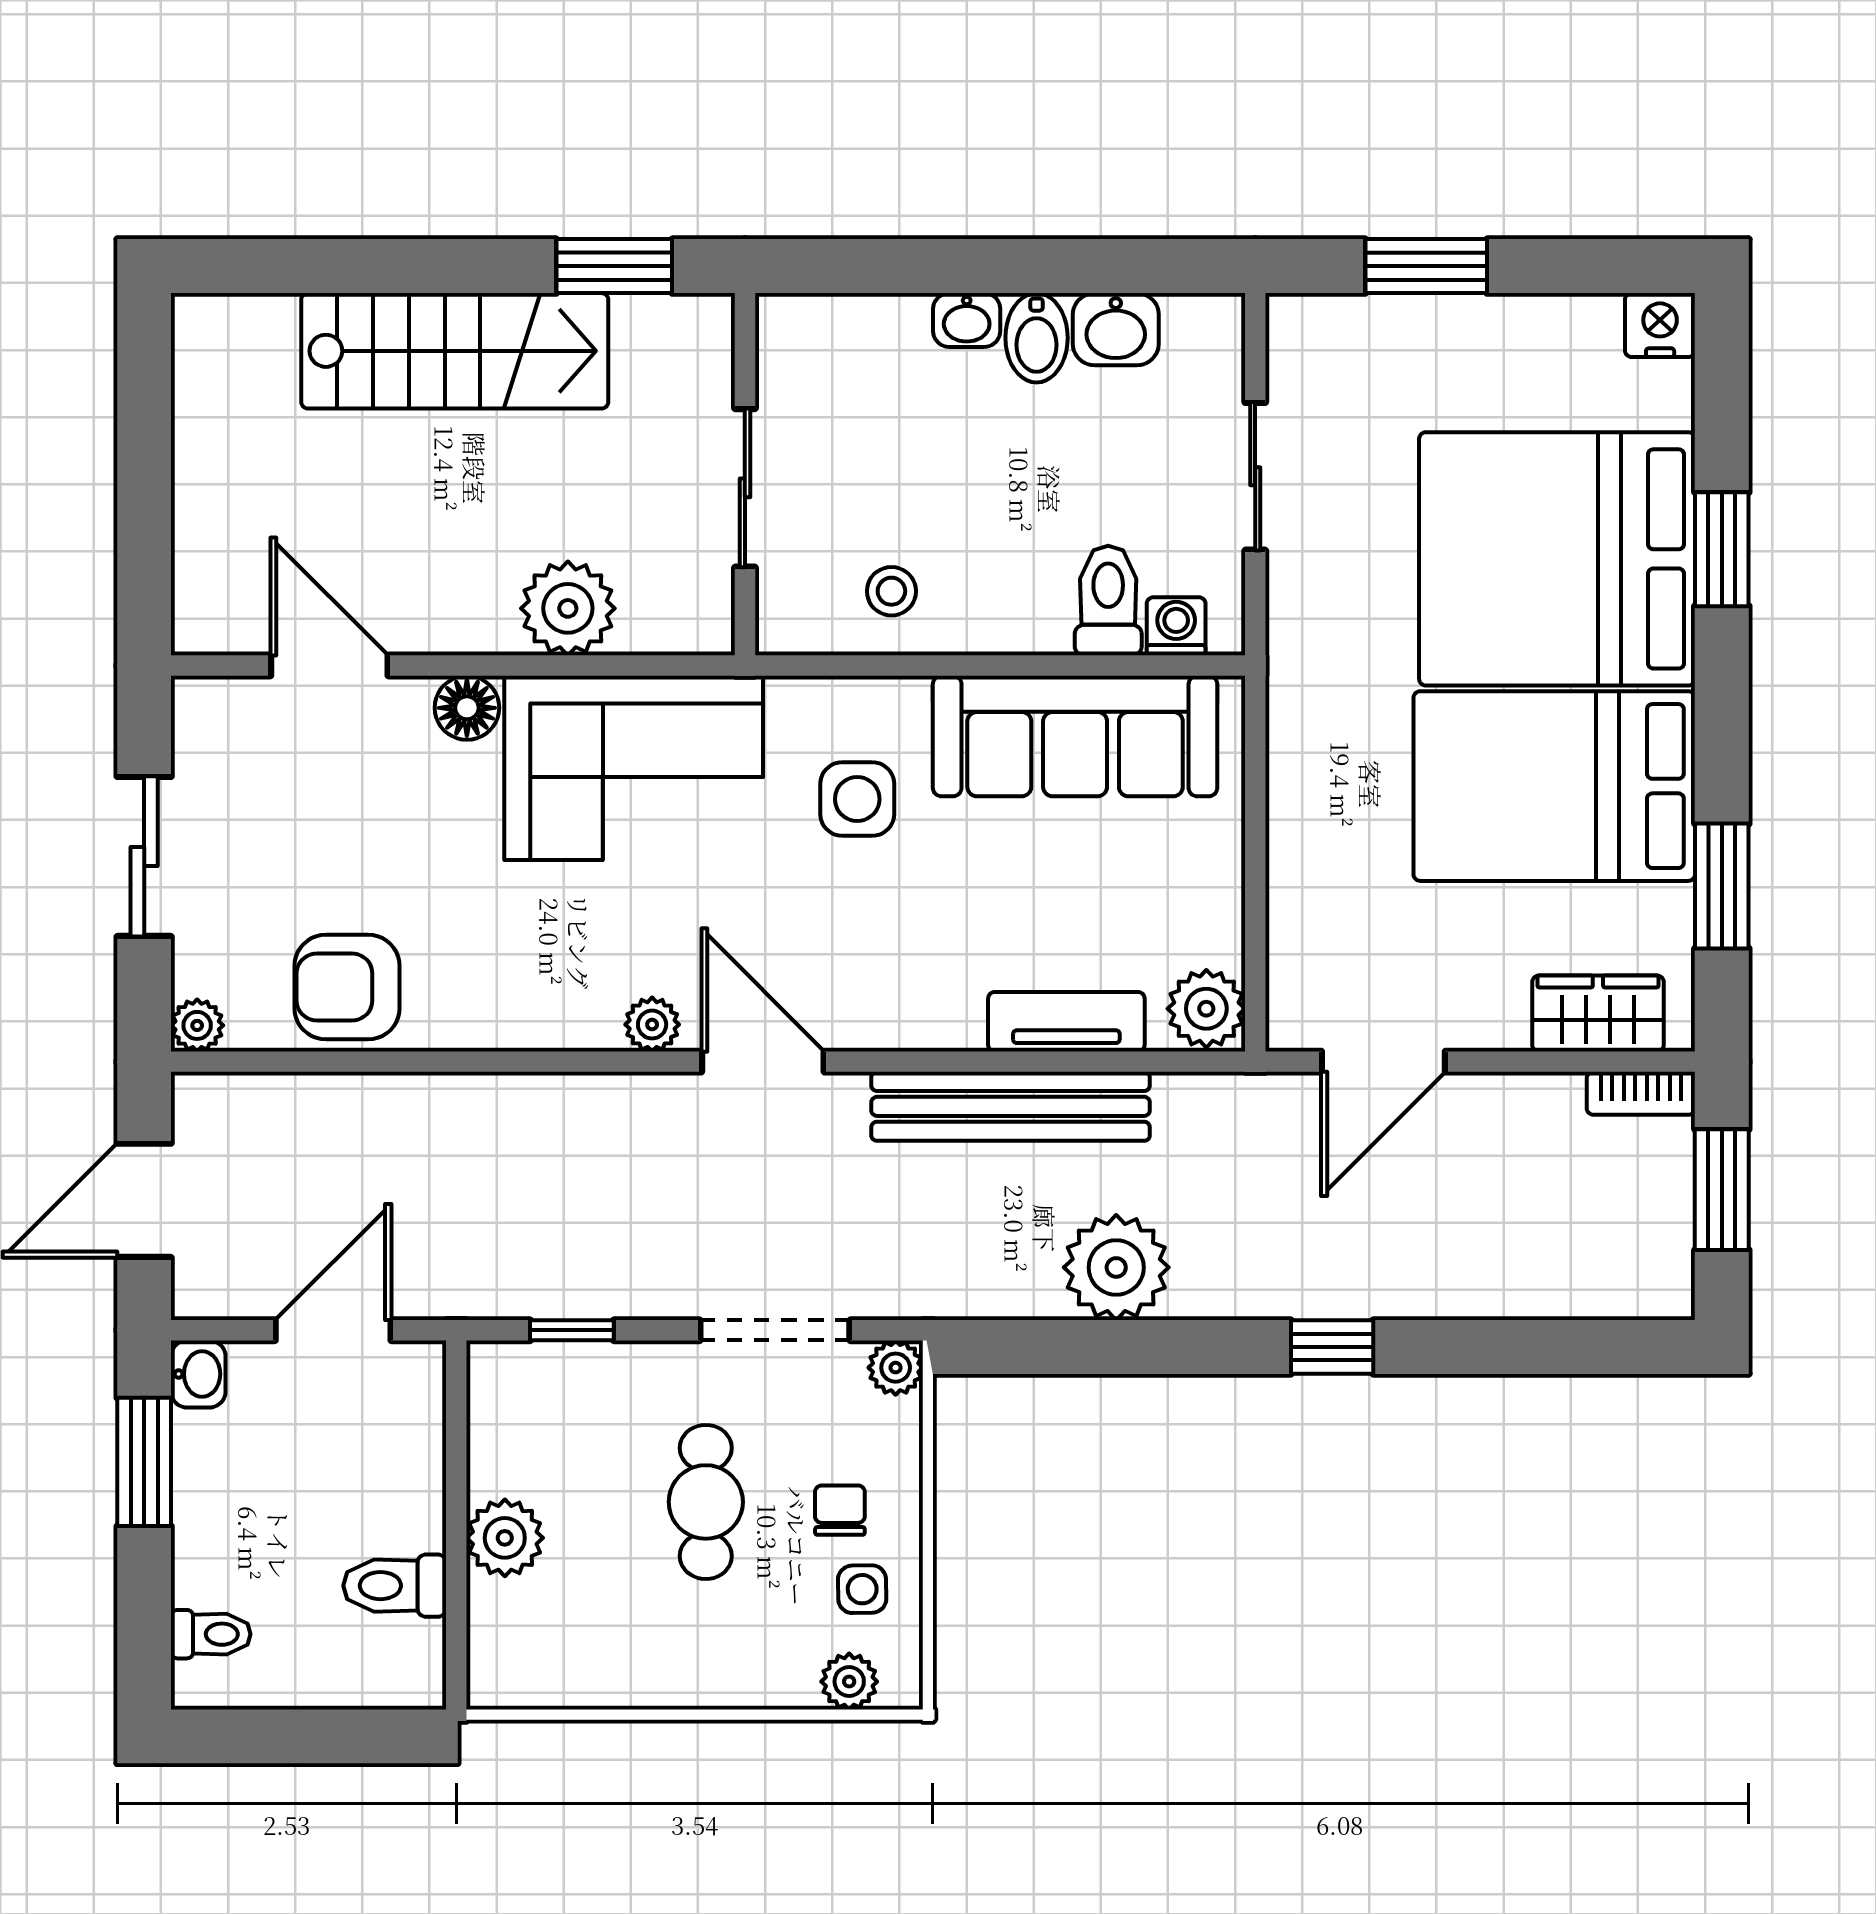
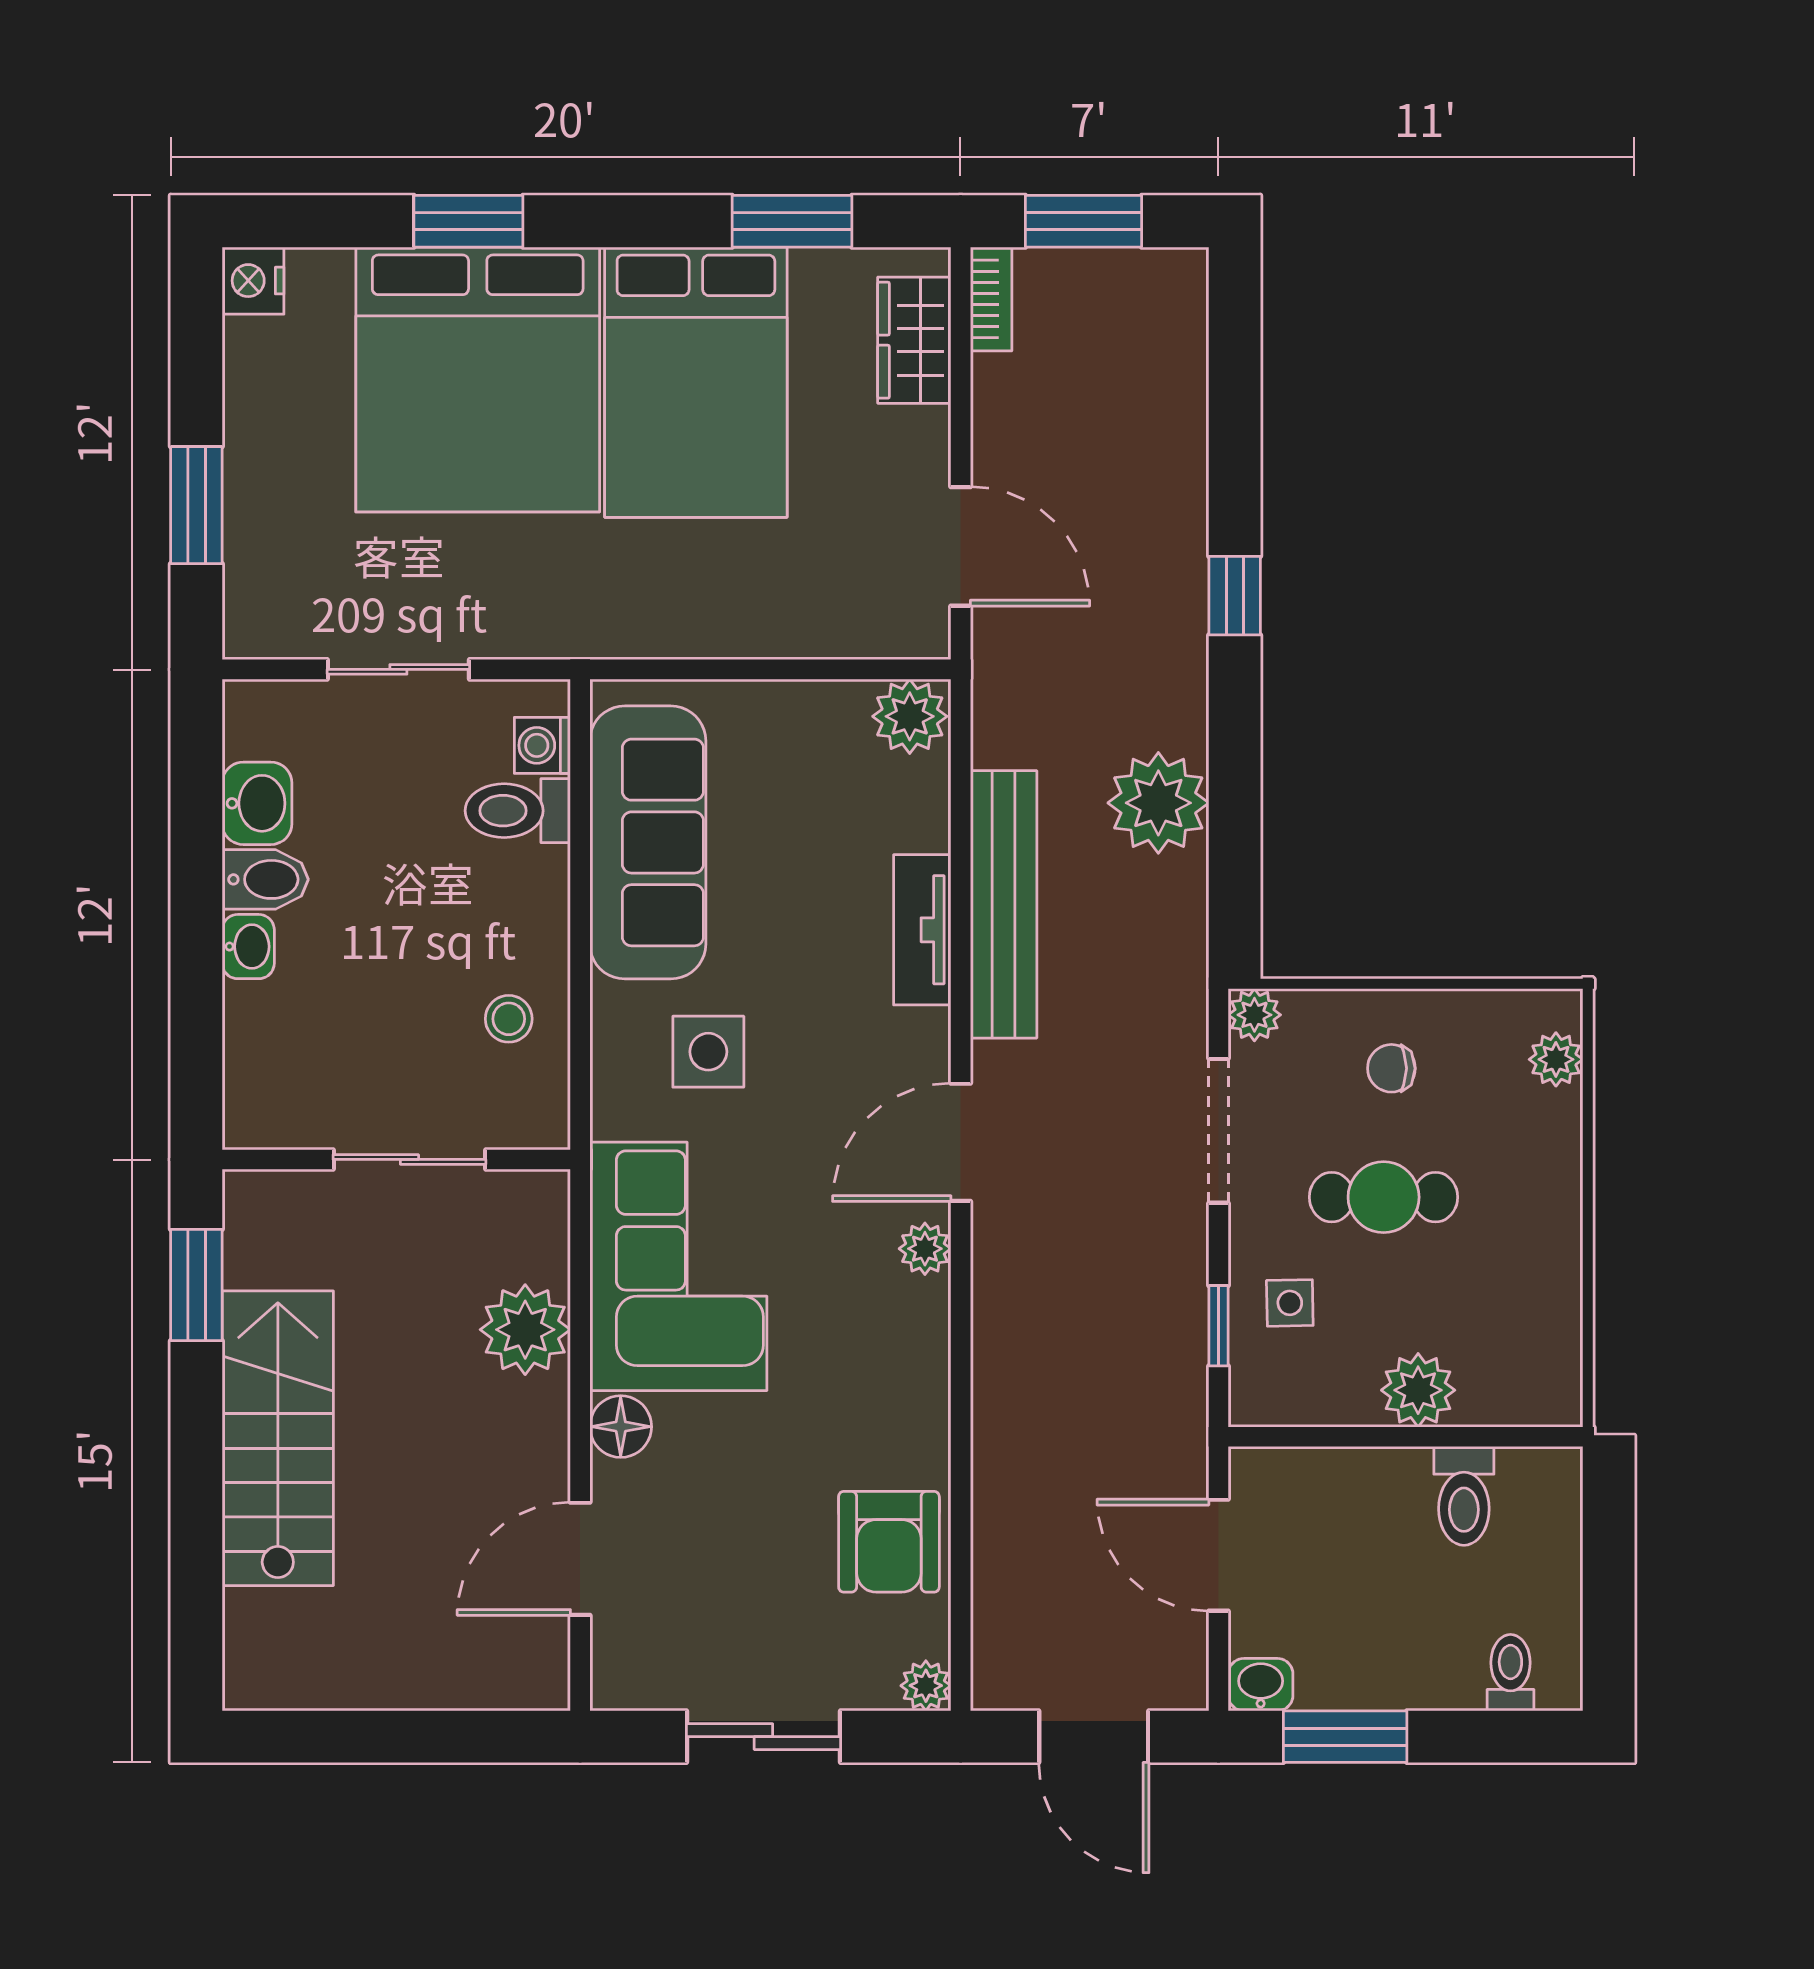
tv unit: (1066, 1022) -> (922, 930), moved
side table: (862, 1589) -> (1290, 1303), moved

